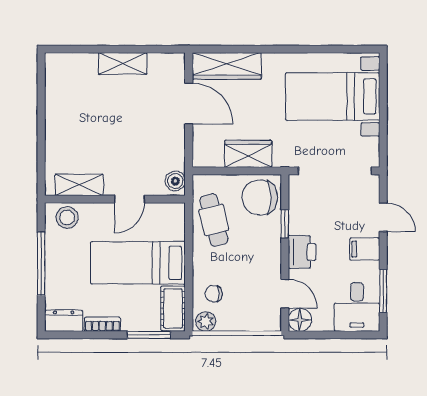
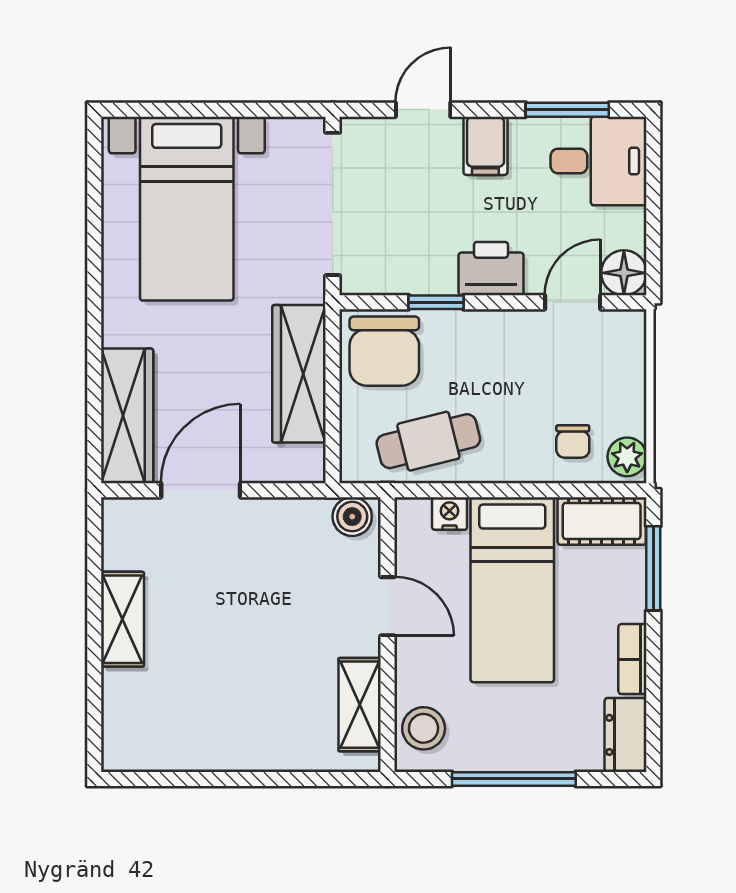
wardrobe: (248, 154) -> (299, 374), width x1.50
nightstand: (177, 231) -> (450, 514), added

